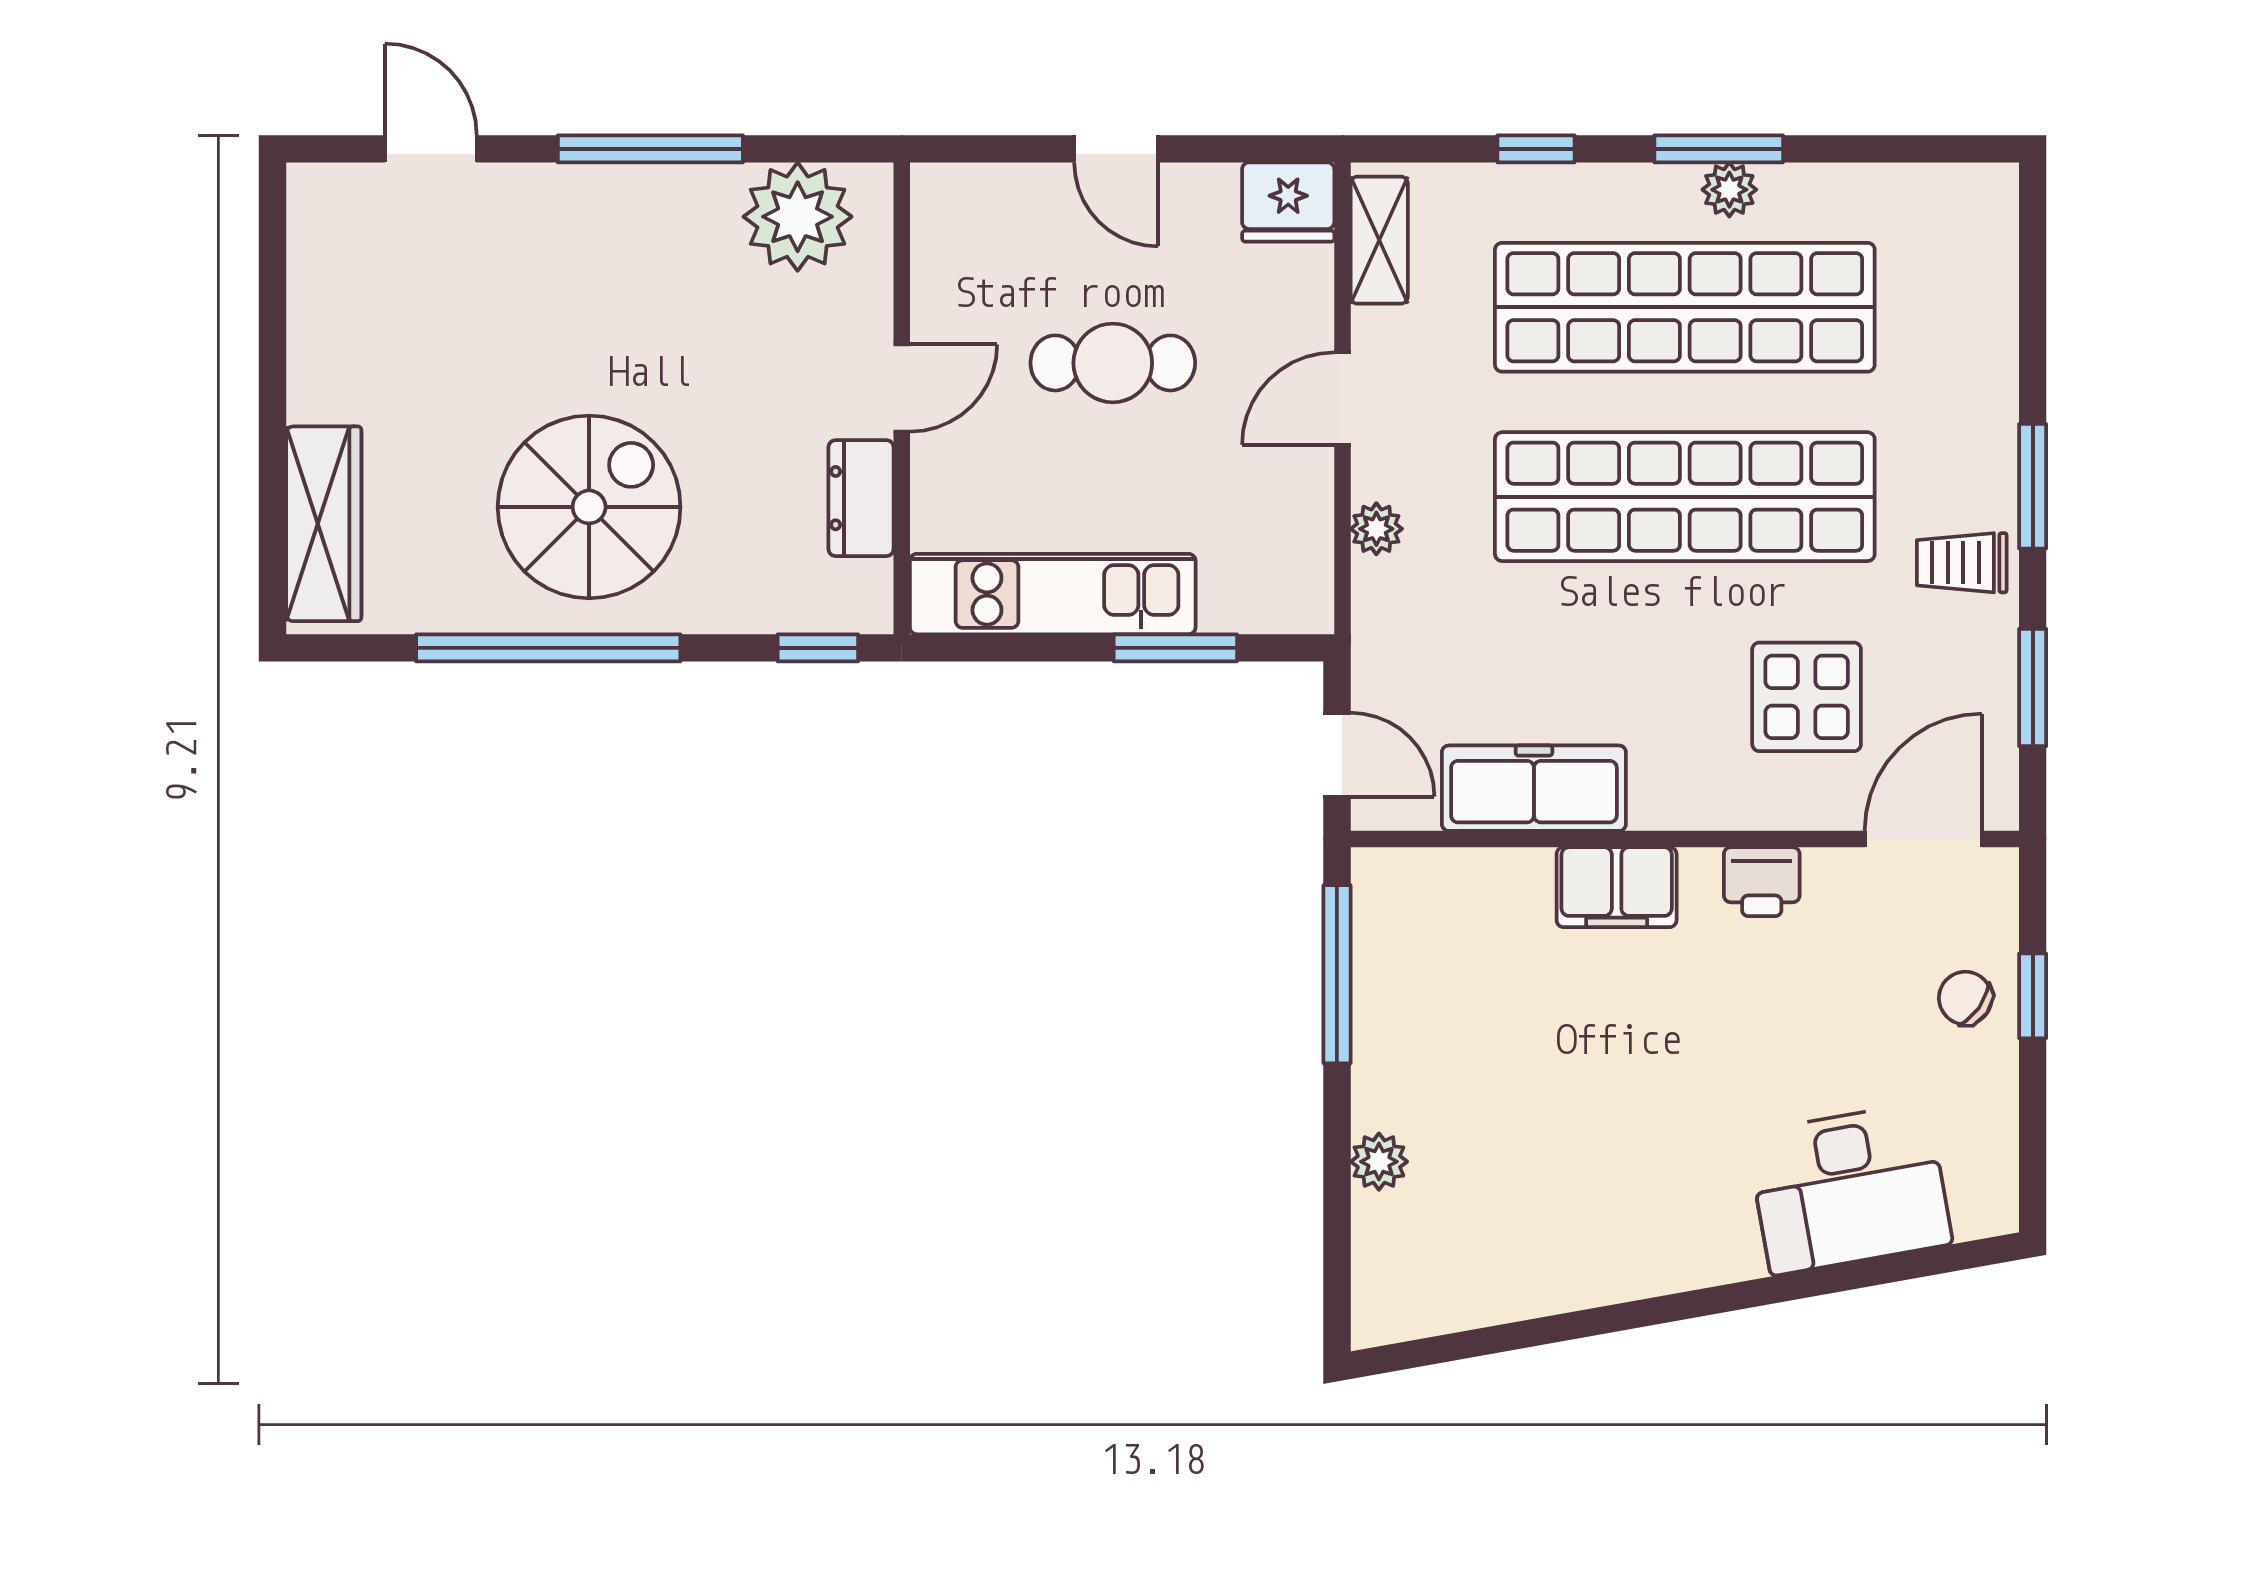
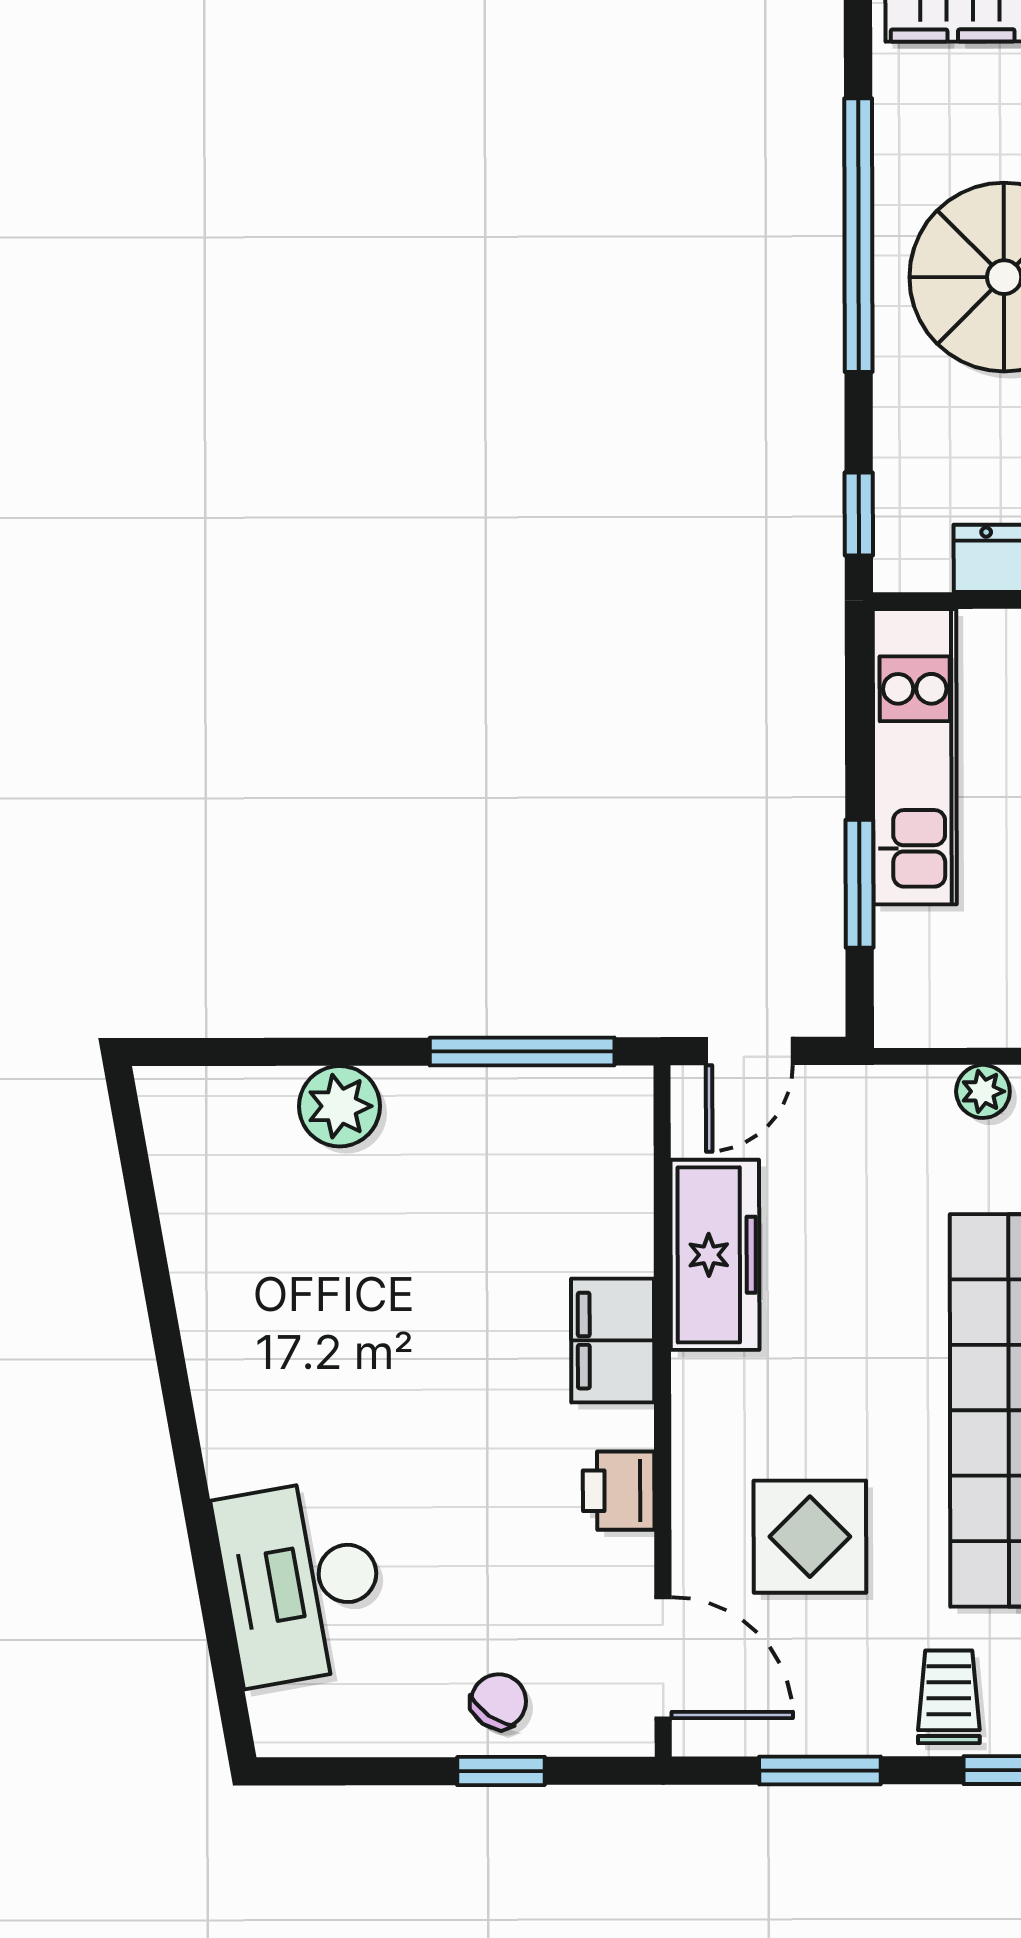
plant: (1379, 1162) -> (340, 1106), width x1.38, depth x1.38

